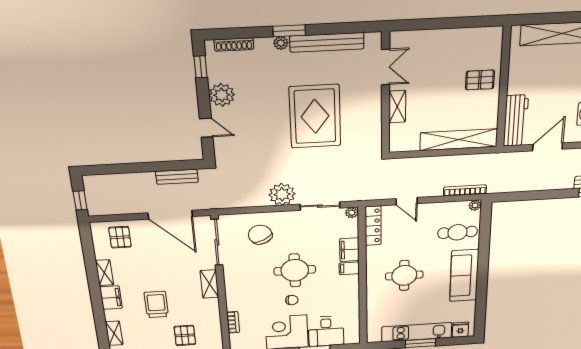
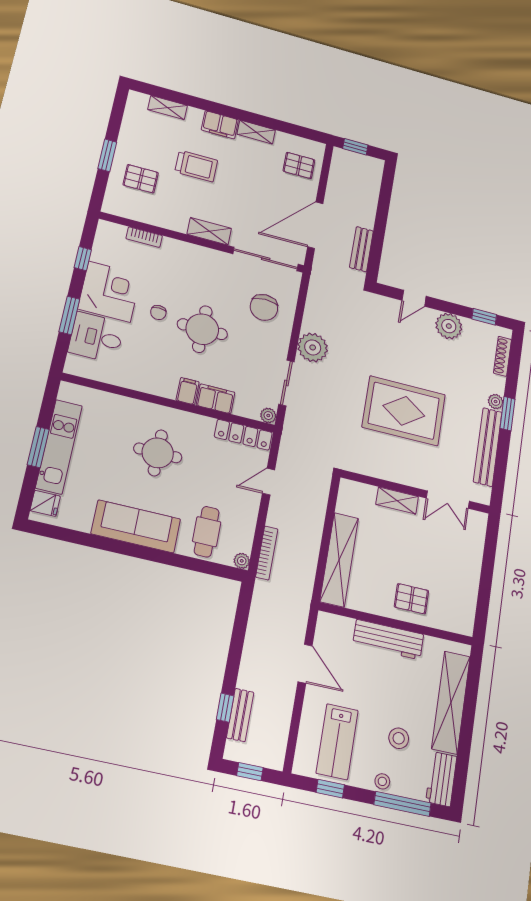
pallet: (480, 80) -> (411, 599), turned 90
workbench: (516, 121) -> (388, 640), moved
chair: (260, 235) -> (264, 307), turned 118

